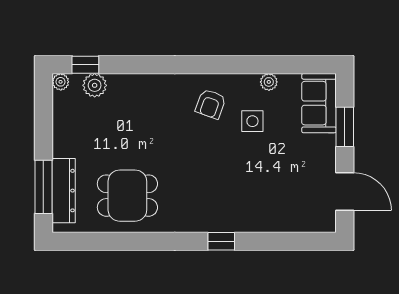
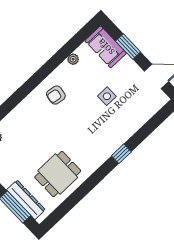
armchair: (211, 104) -> (56, 95), turned 79
side table: (252, 121) -> (107, 96), moved

